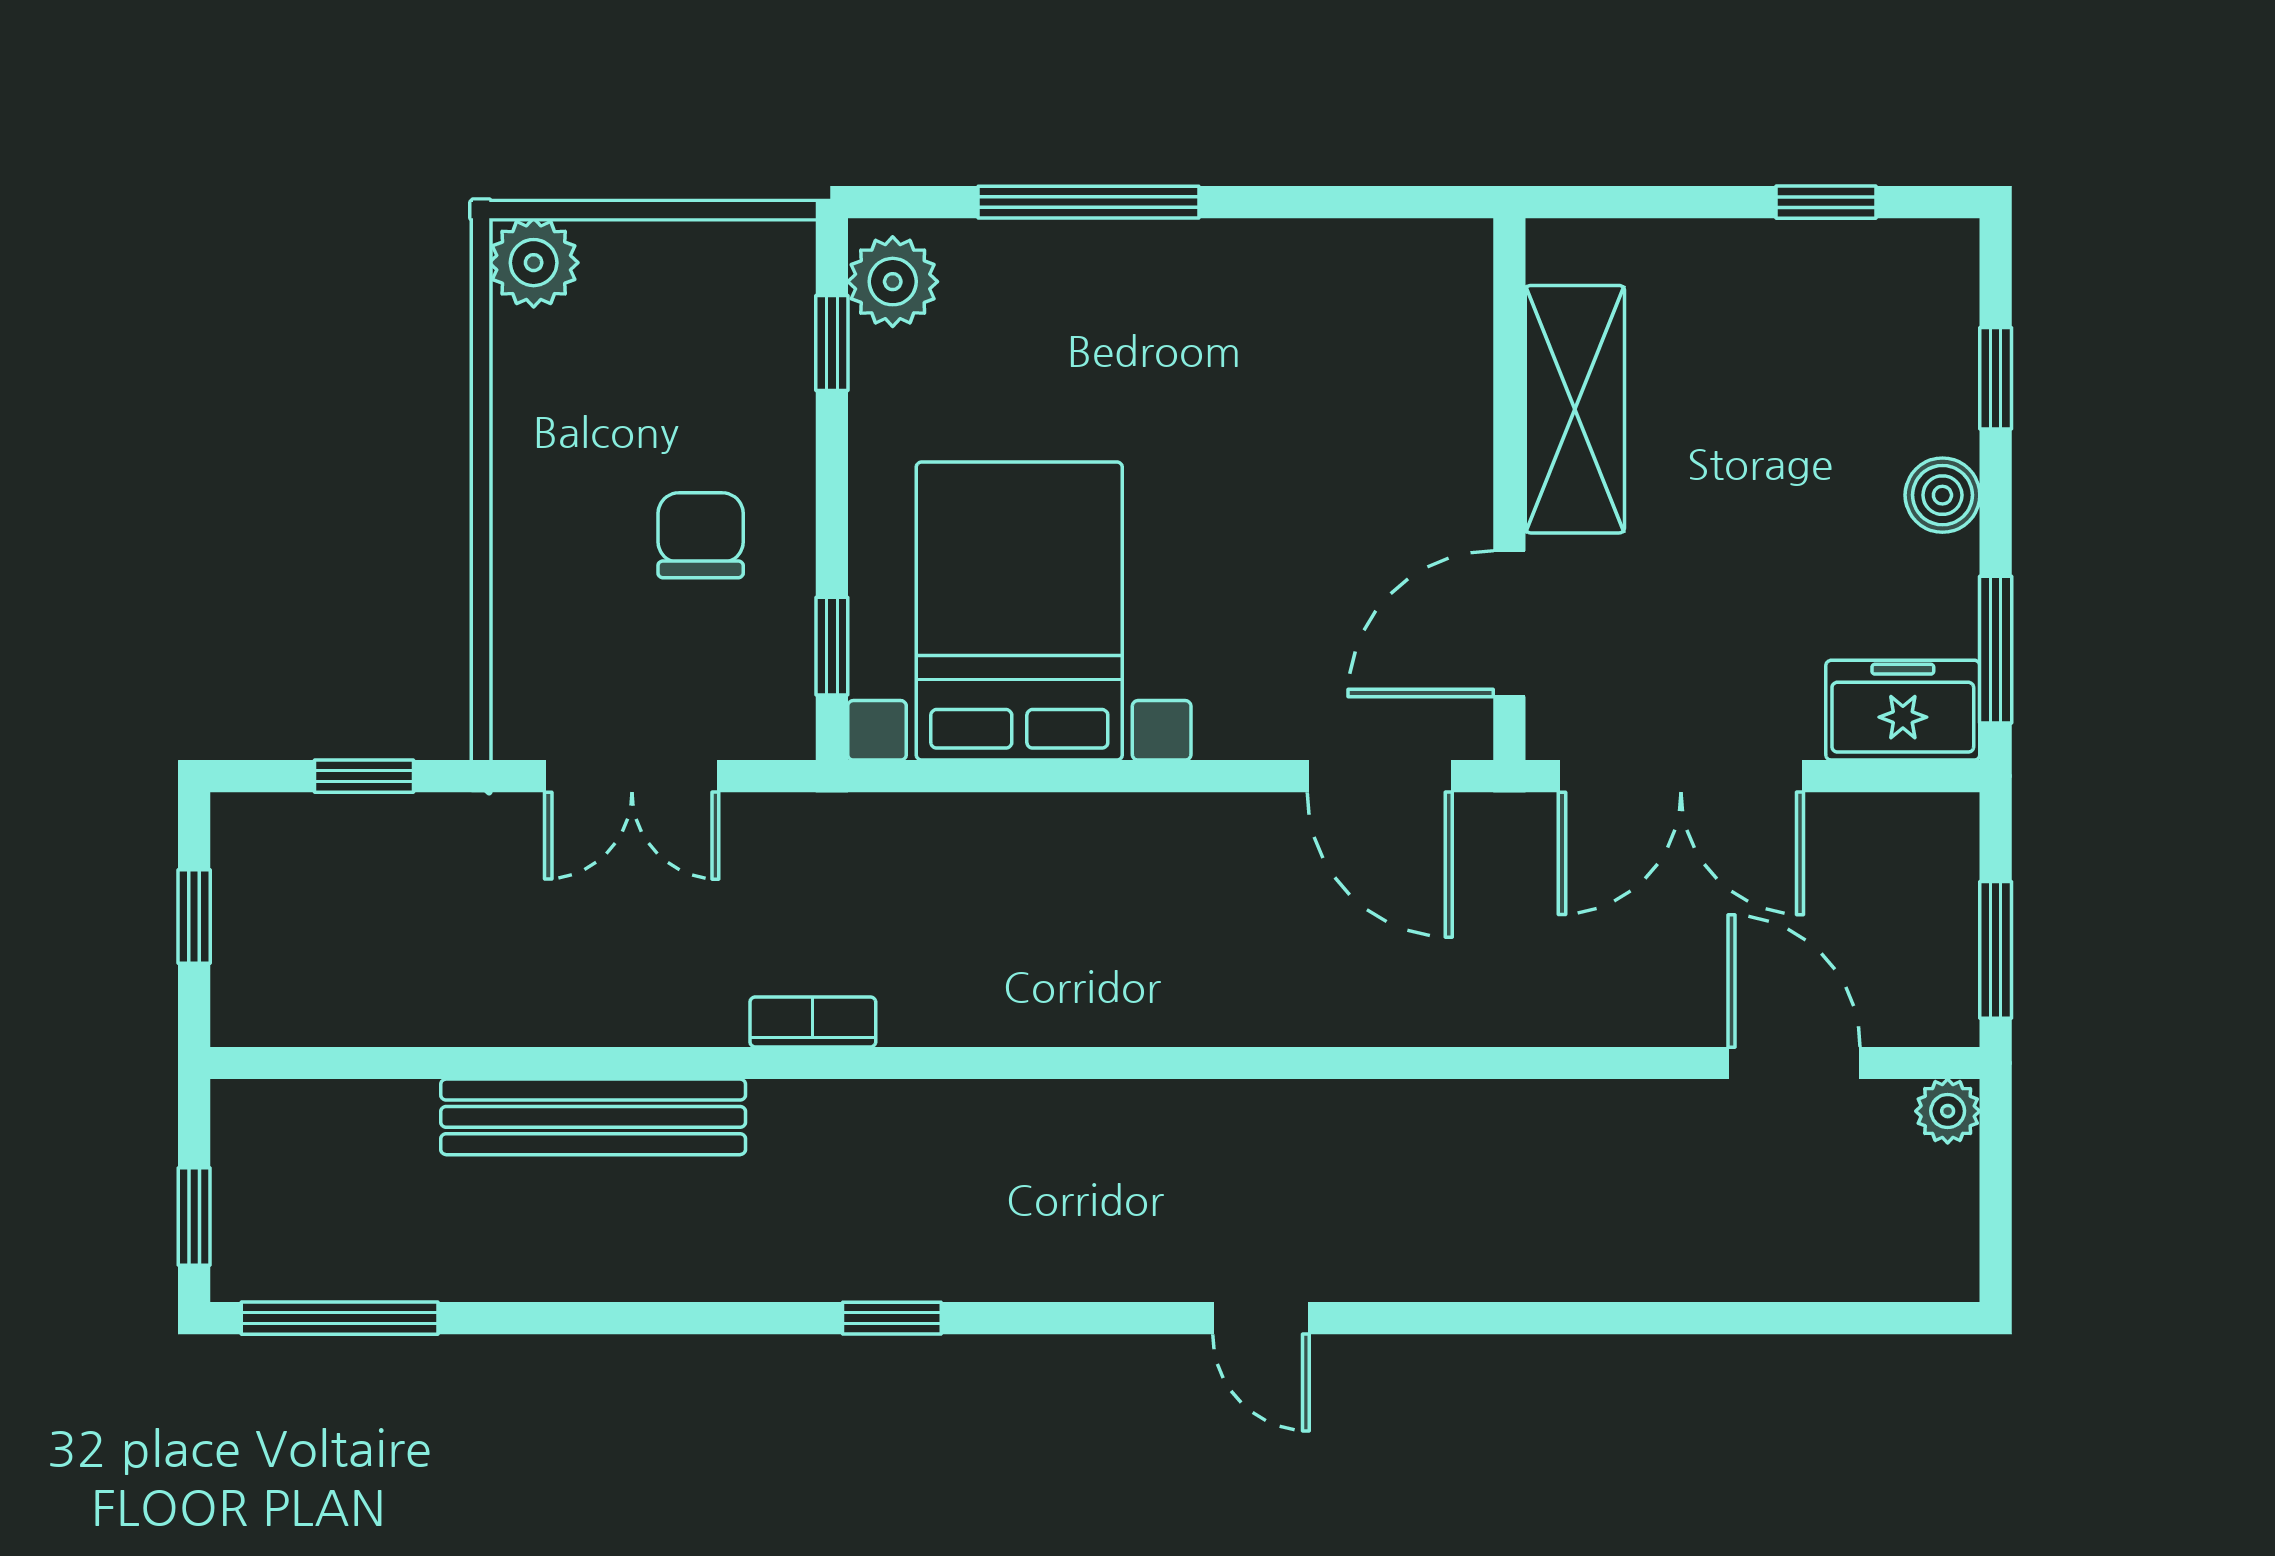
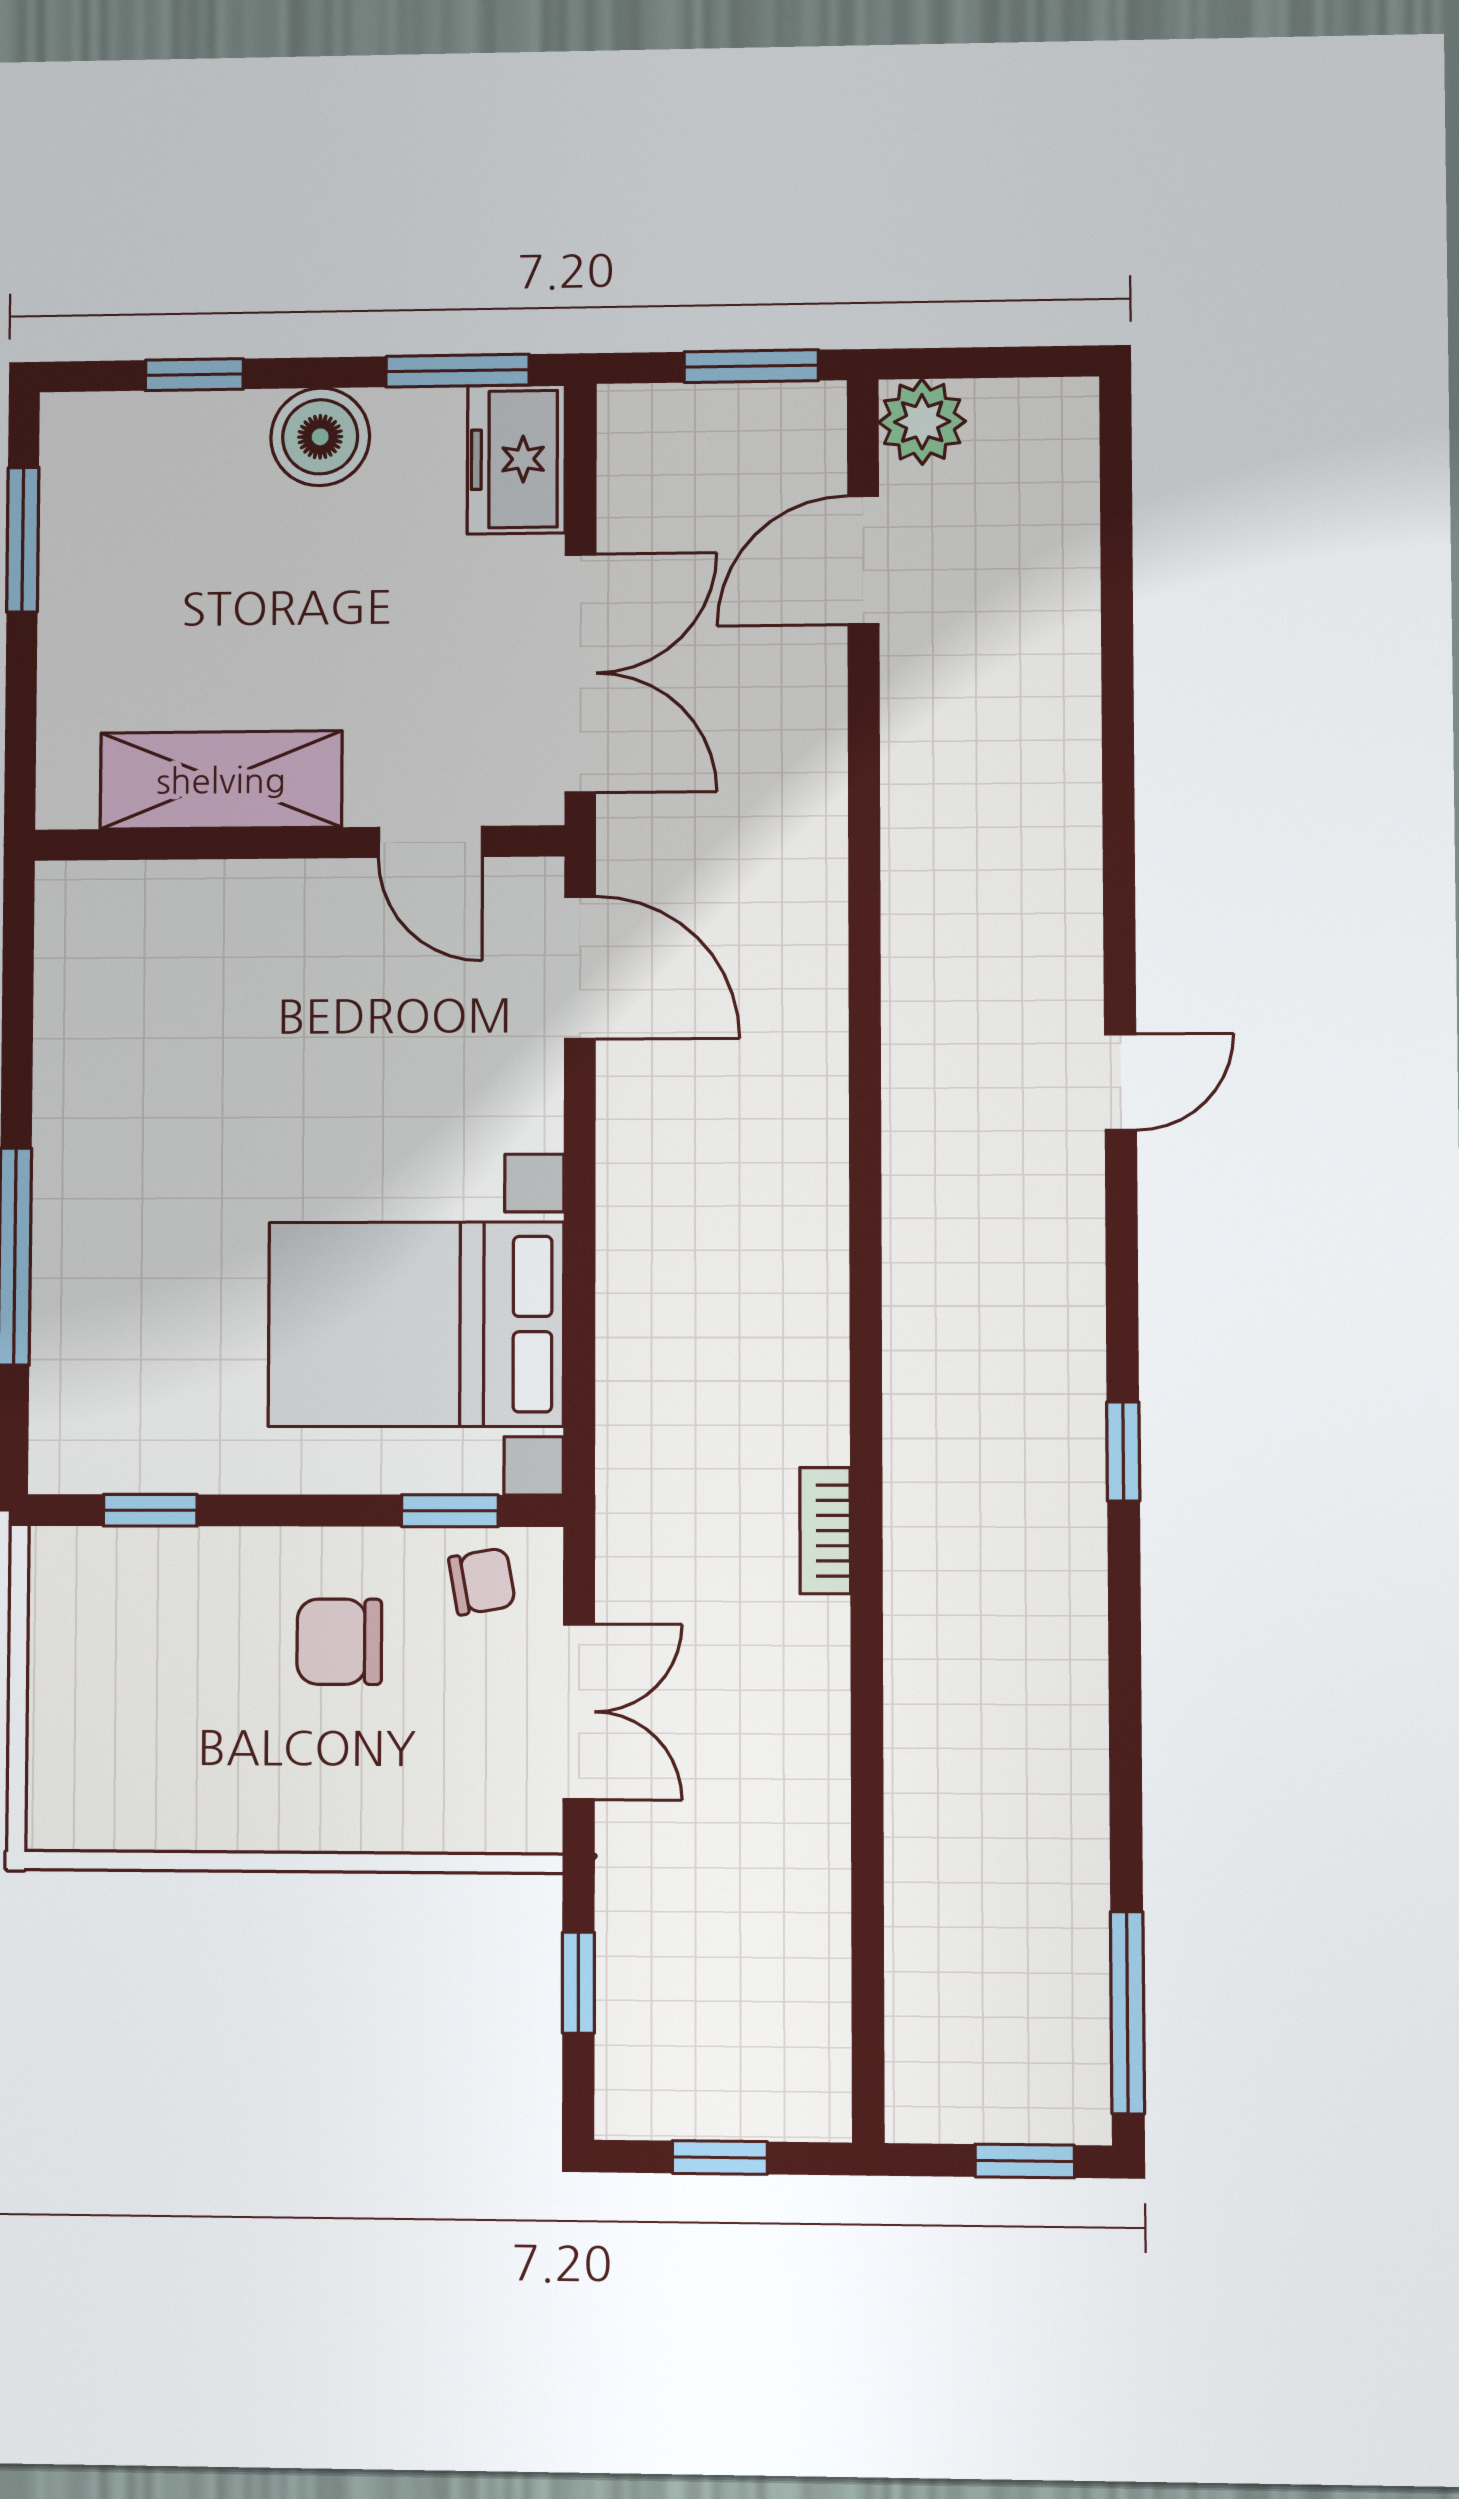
window: (1826, 202) -> (23, 540), width x1.50
plant: (534, 263) -> (68, 1808), removed
plant: (893, 282) -> (91, 1450), removed
boiler: (1942, 495) -> (320, 437), width x1.36, depth x1.36
door: (1509, 624) -> (430, 842), width x0.73
chair: (761, 679) -> (482, 1581), added
door: (1380, 776) -> (580, 968), hinge flipped
plant: (1948, 1111) -> (922, 422), width x1.38, depth x1.38
bench: (593, 1117) -> (921, 1753), removed

